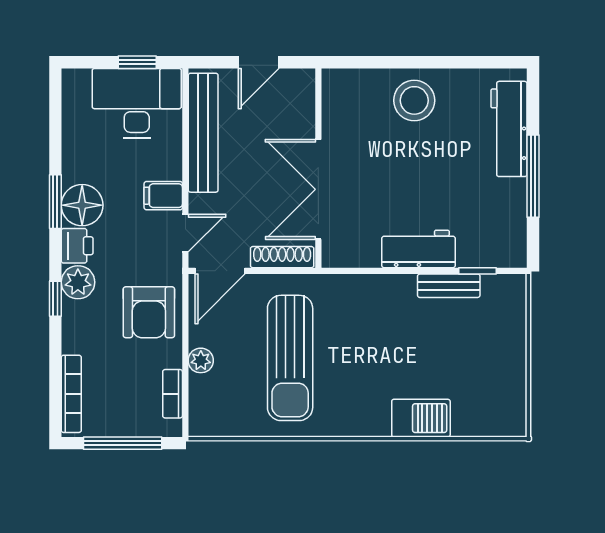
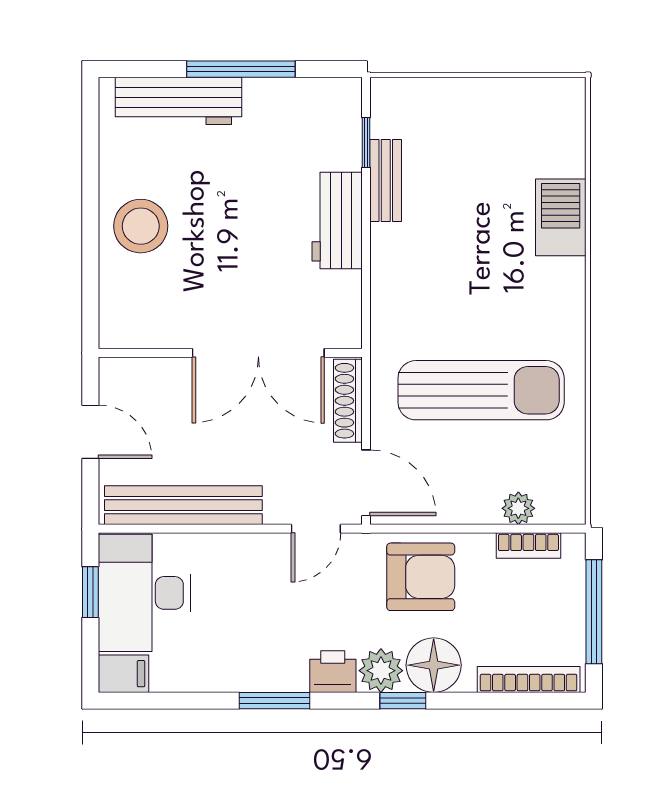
filing cabinet: (163, 196) -> (123, 674), moved, turned -90
floor lamp: (82, 205) -> (434, 665), moved
door: (185, 233) -> (316, 529), swing flipped
plant: (201, 360) -> (518, 508), moved

